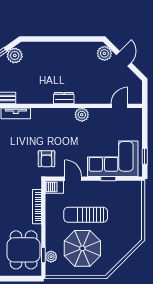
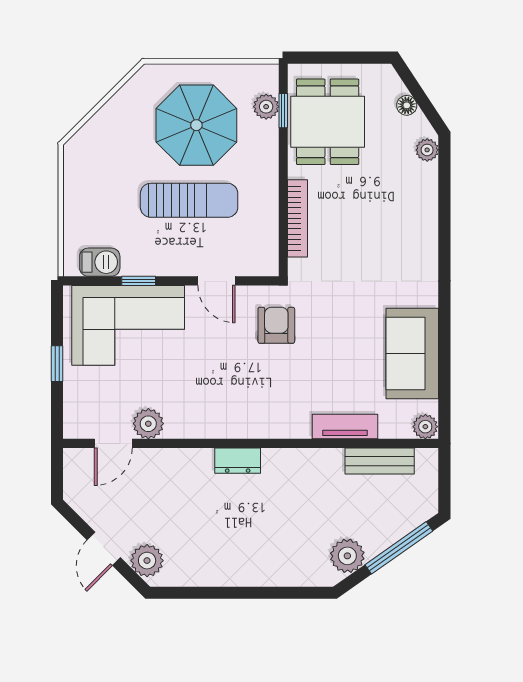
plant: (82, 115) -> (148, 424), moved
window: (145, 156) -> (57, 364), moved
barbecue: (54, 187) -> (100, 262), moved

